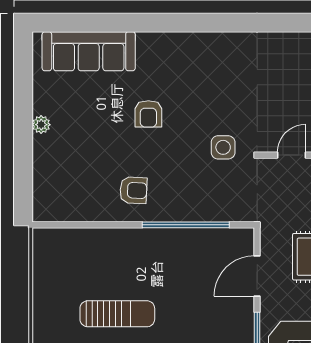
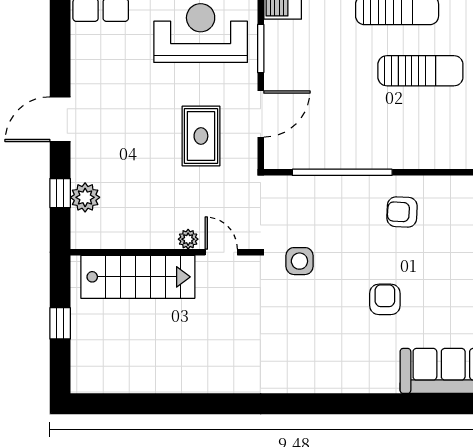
door: (292, 155) -> (221, 252), swing flipped
sun lounger: (117, 314) -> (420, 71), turned 180

